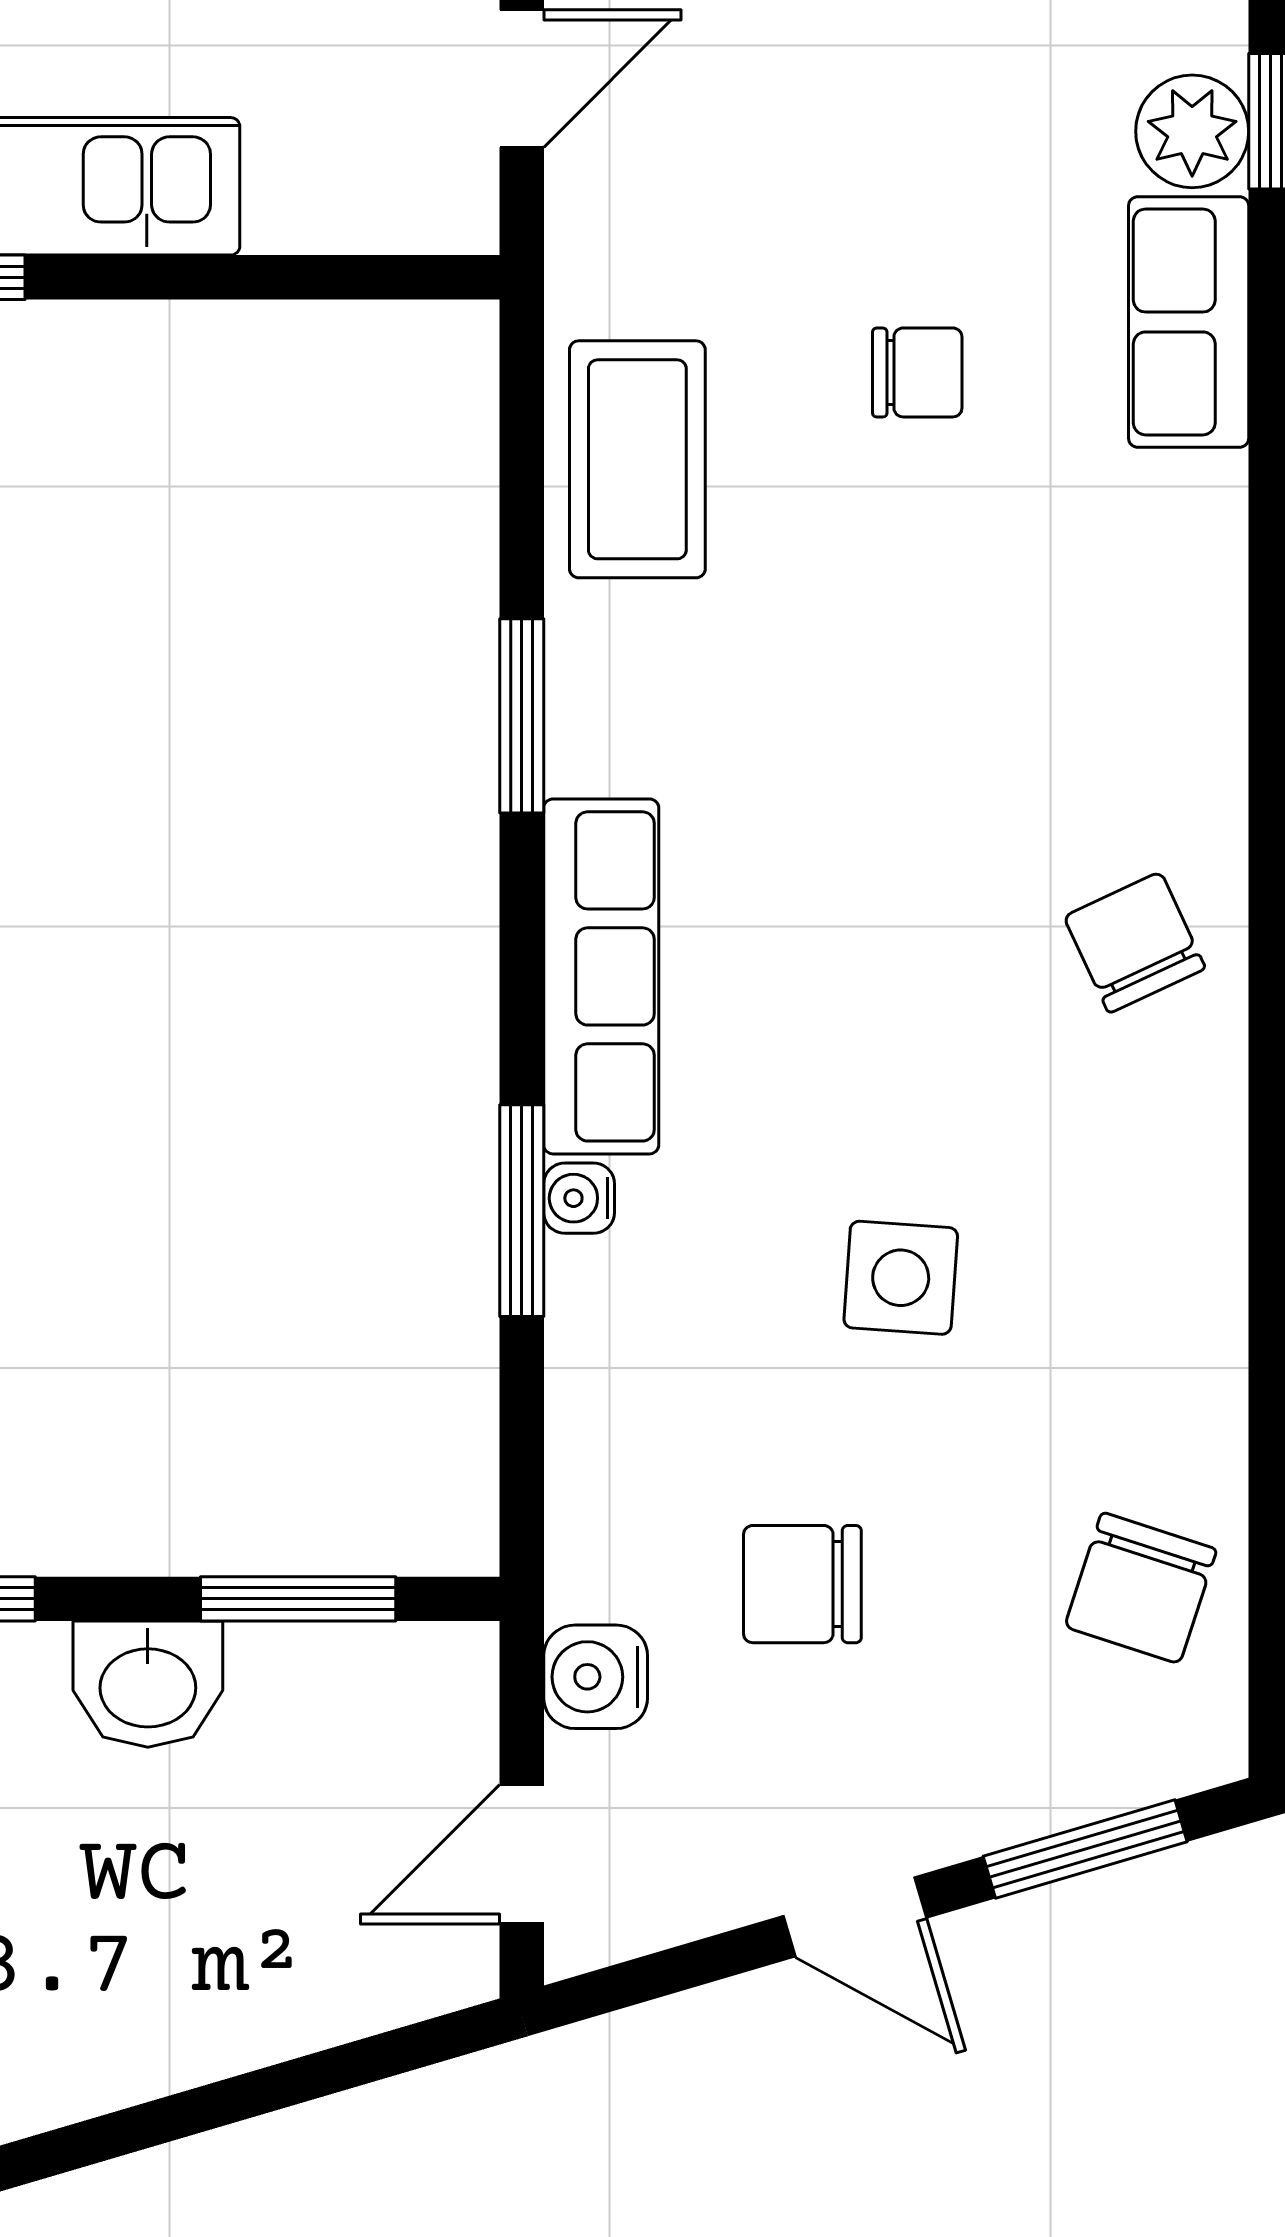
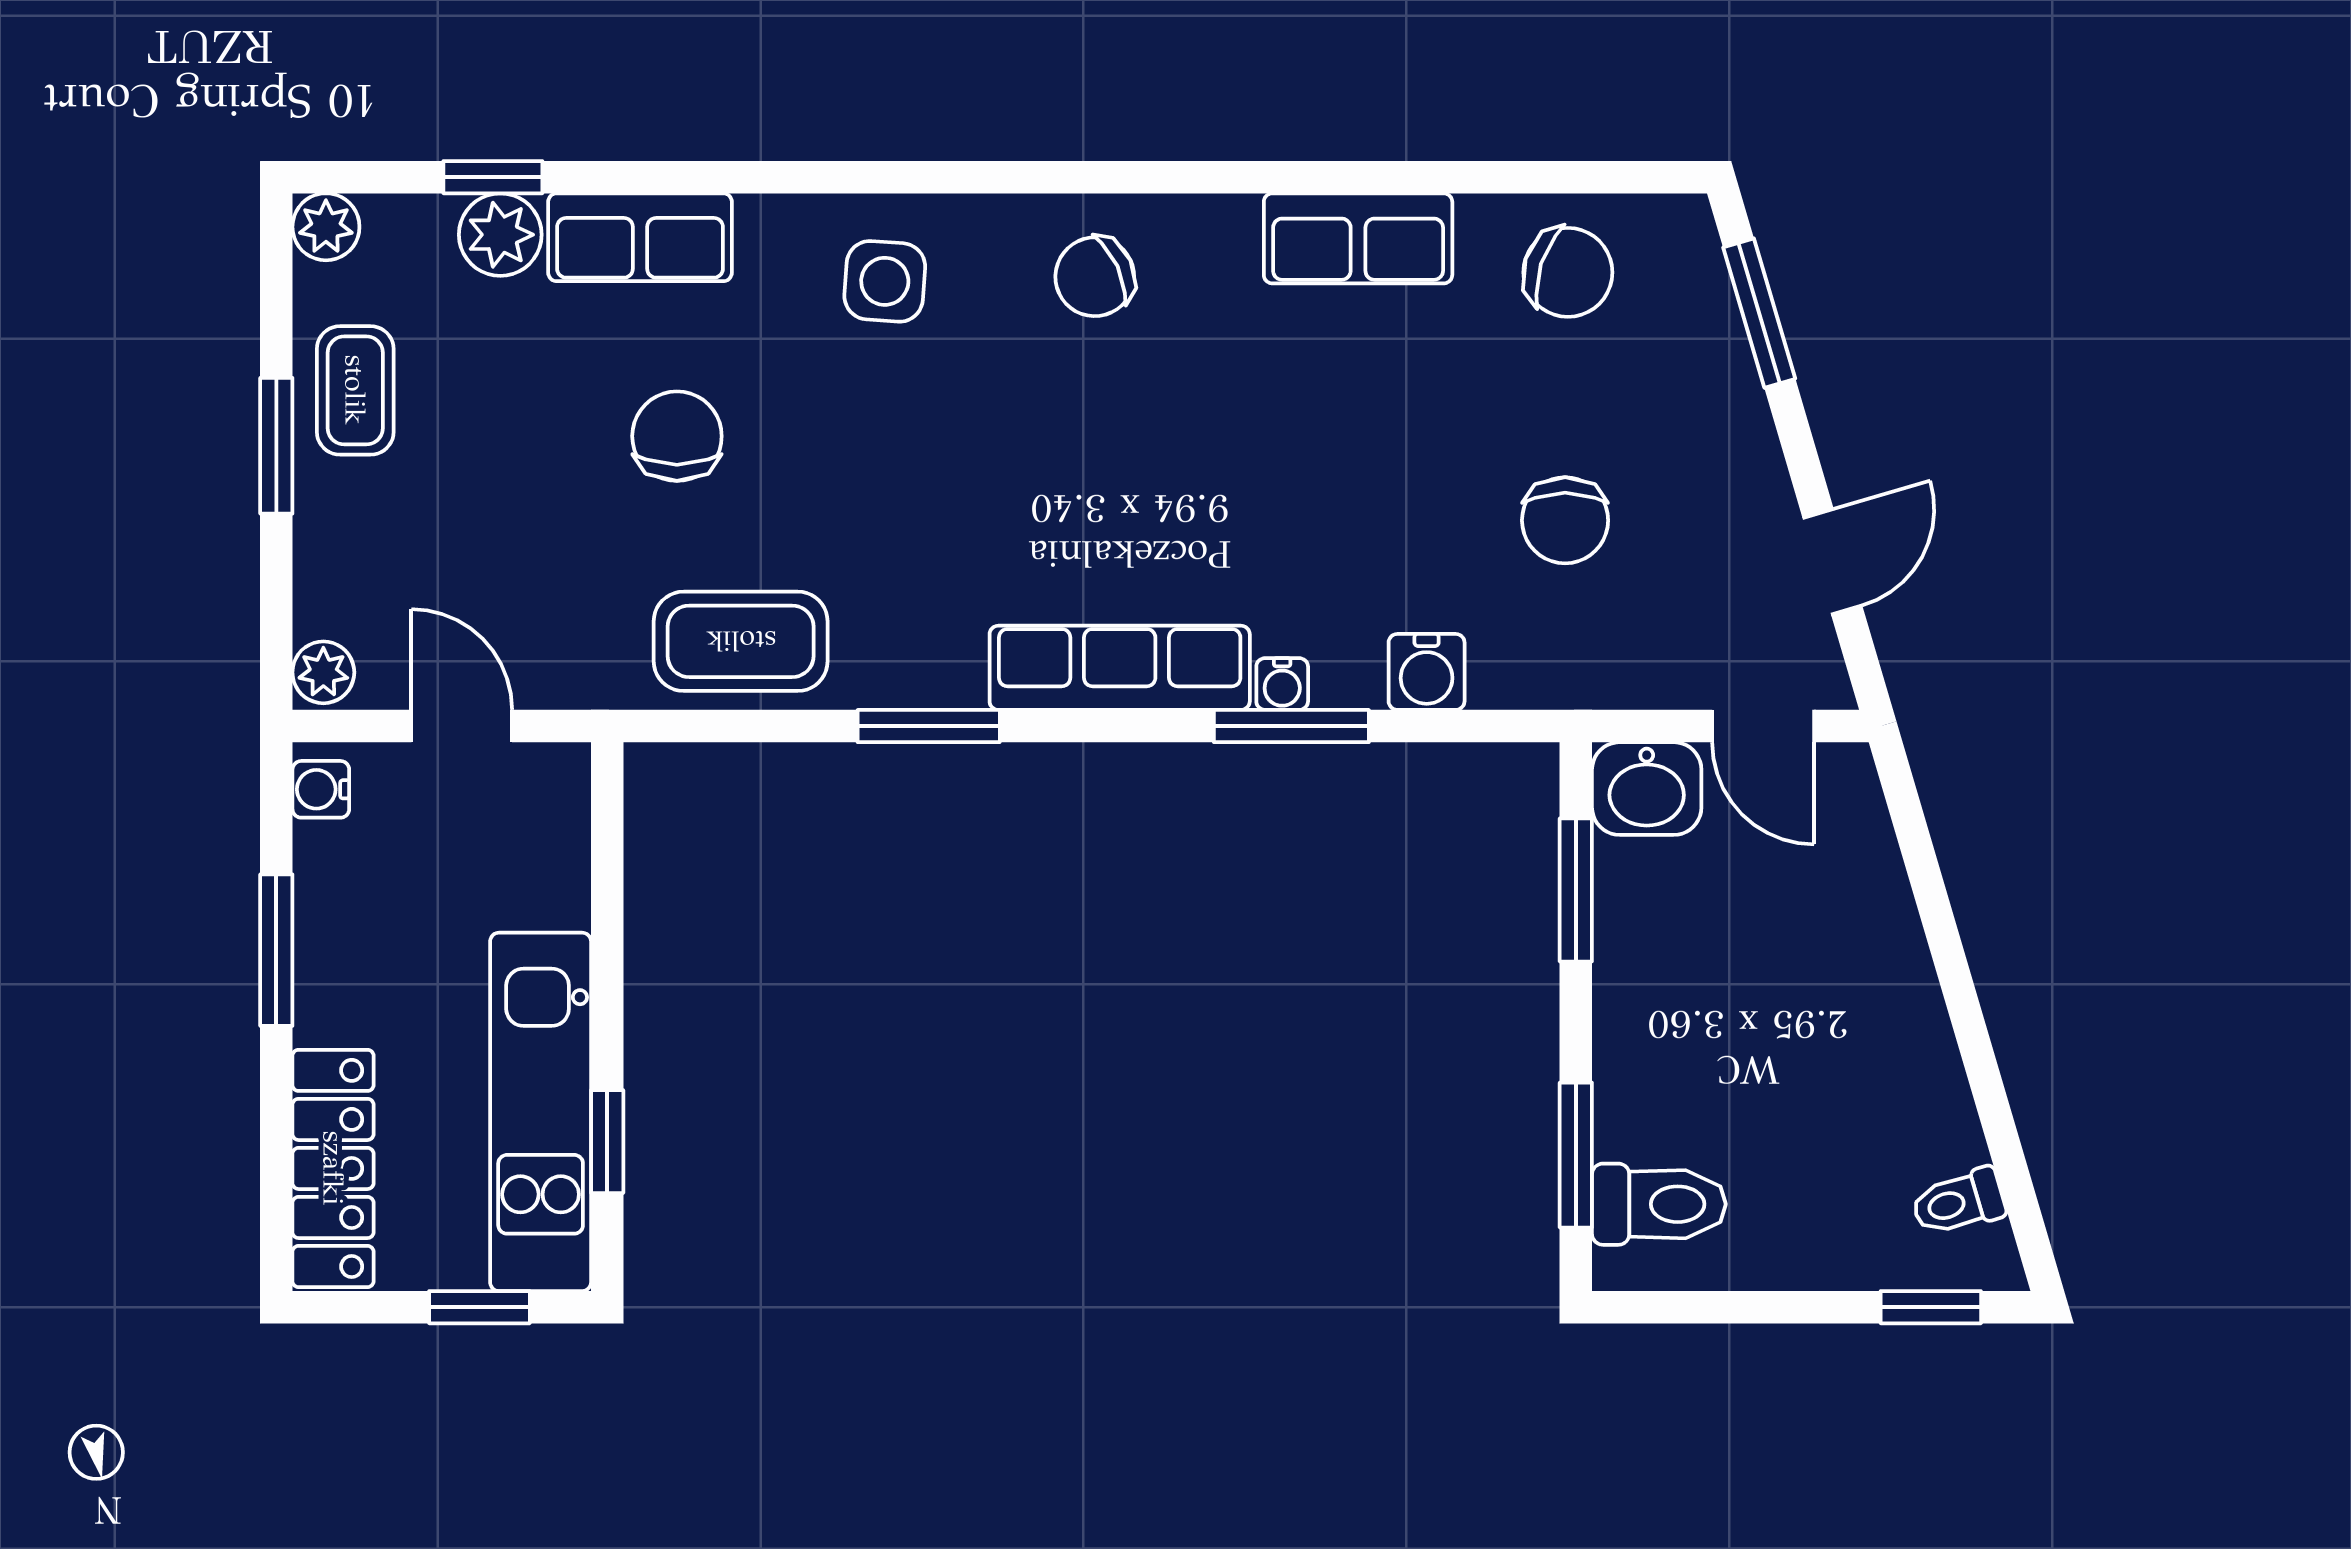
chair: (917, 372) -> (677, 436), width x1.37, depth x1.37
side table: (901, 1278) -> (885, 281), moved
row of seats: (1187, 1302) -> (1358, 238), added
water cooler: (596, 1677) -> (1427, 672), moved
washbasin: (148, 1684) -> (1647, 789), moved, turned 90
door: (855, 1917) -> (1832, 562), moved

